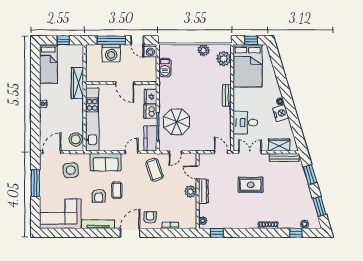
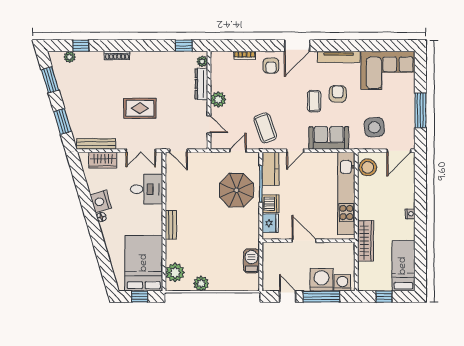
washing machine: (150, 51) -> (342, 283), moved
dresser: (203, 191) -> (201, 84), moved

